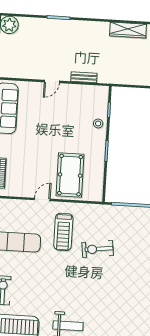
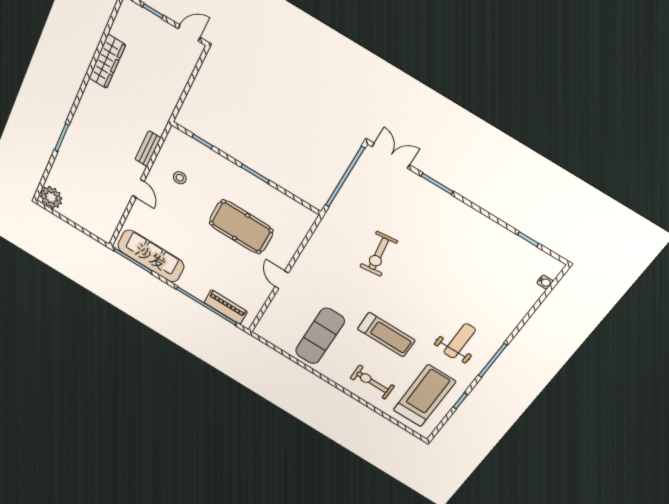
stool: (98, 124) -> (180, 178), moved
pool table: (70, 175) -> (241, 227), moved
treadmill: (63, 232) -> (386, 335), moved

